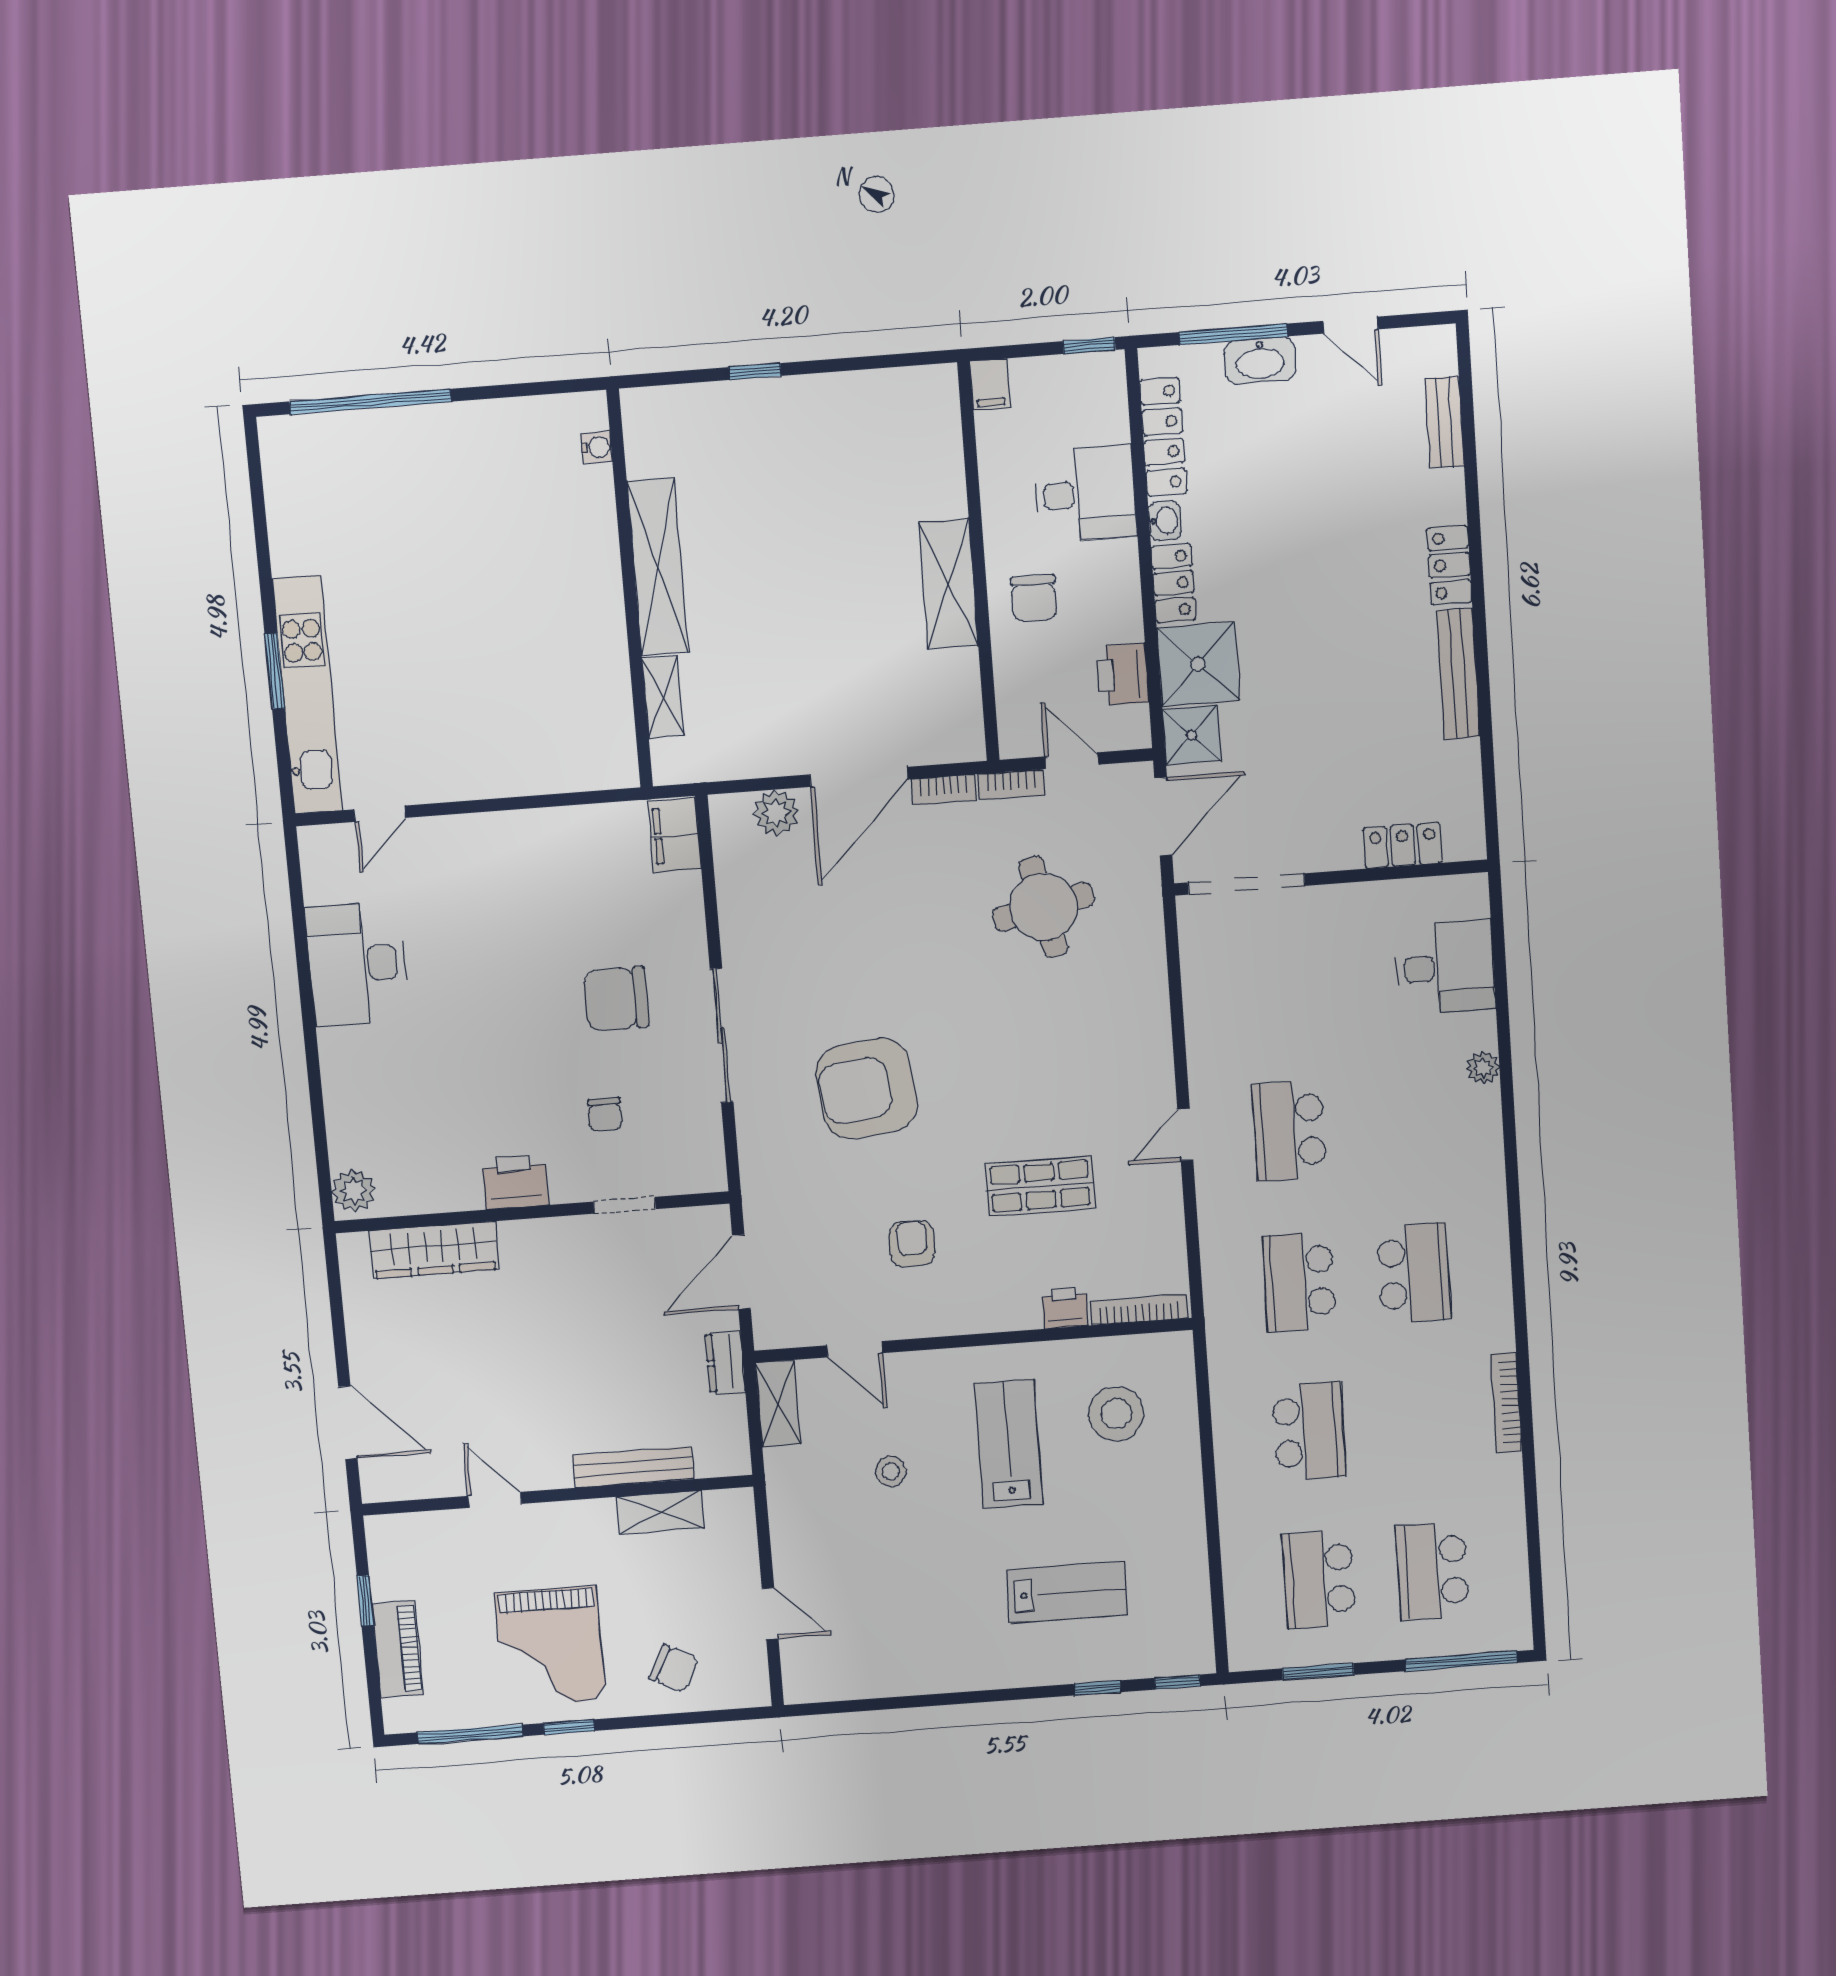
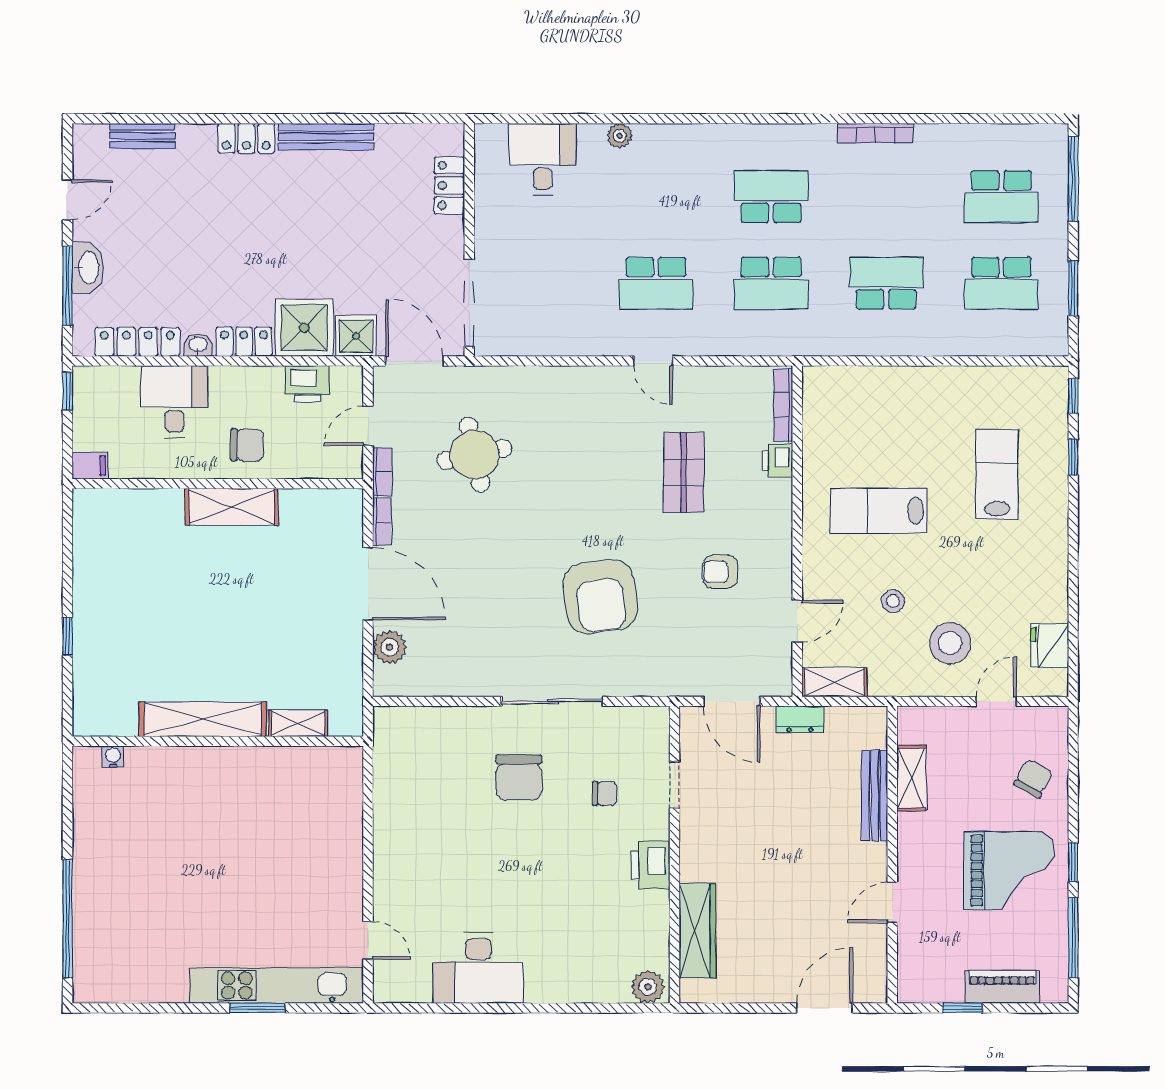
filing cabinet: (675, 835) -> (400, 724), removed
stool: (1116, 1414) -> (950, 643), moved
fridge: (849, 1677) -> (1050, 646), added

